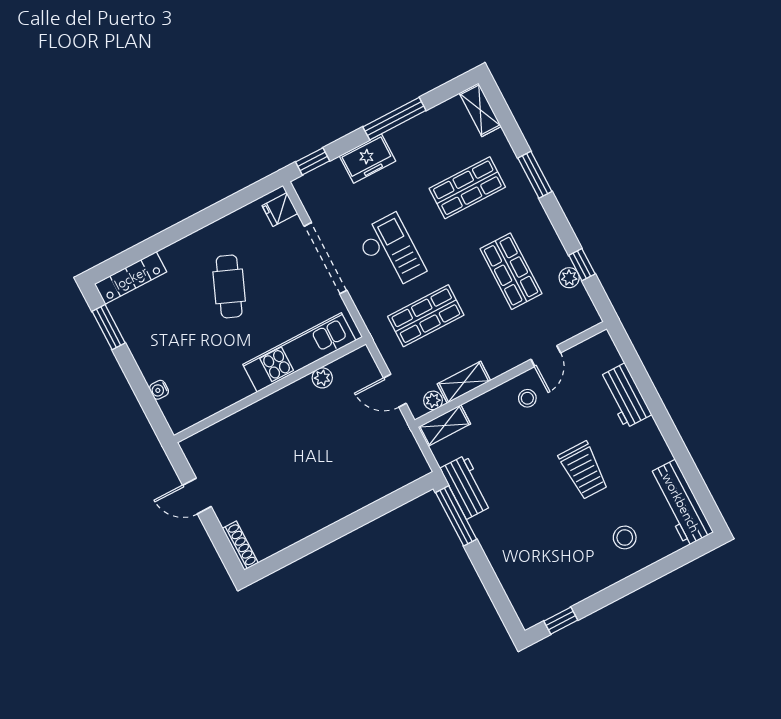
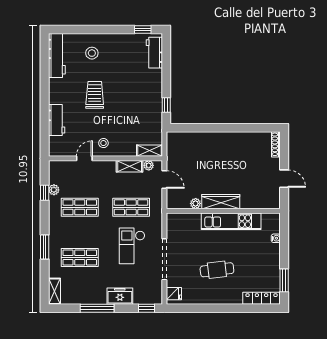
shop shelf: (511, 271) -> (80, 207), turned 90
cafe table: (229, 286) -> (217, 270), turned 61
kitchen unit: (299, 352) -> (231, 221), moved
wardrobe: (282, 403) -> (221, 202), added
workbench: (466, 487) -> (154, 53), moved
window: (456, 516) -> (166, 105), width x0.46

